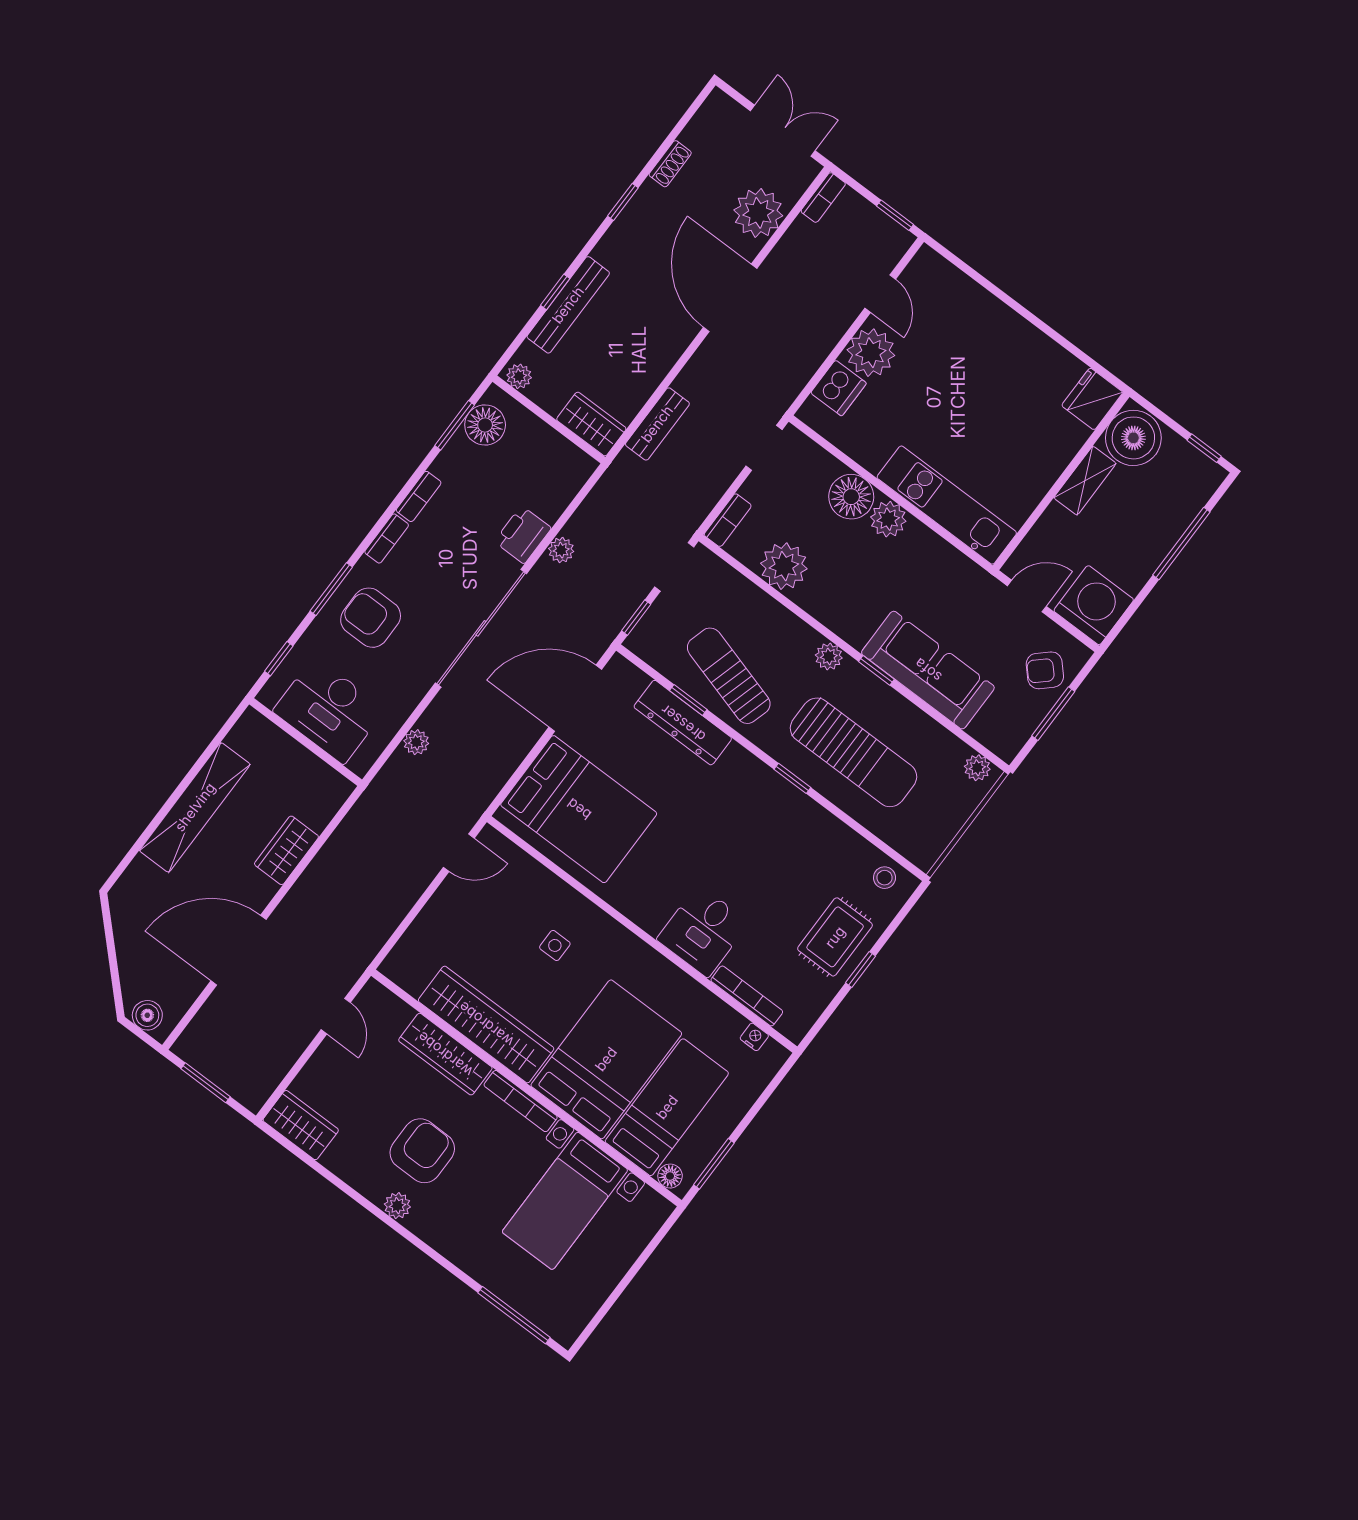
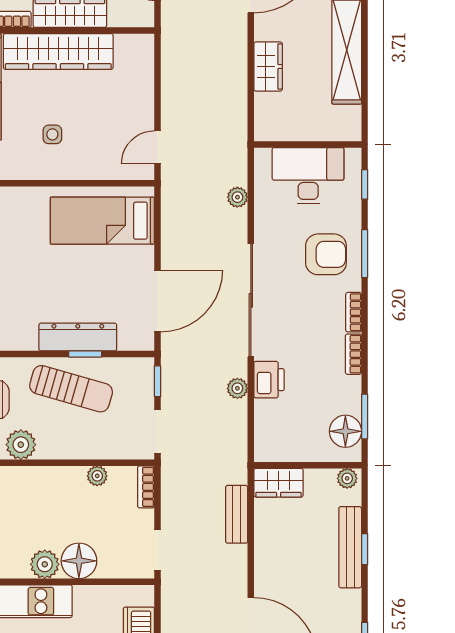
plant: (784, 566) -> (97, 476), width x0.53, depth x0.53
plant: (829, 656) -> (21, 445), width x1.38, depth x1.38
bed: (579, 809) -> (102, 221), width x0.67

